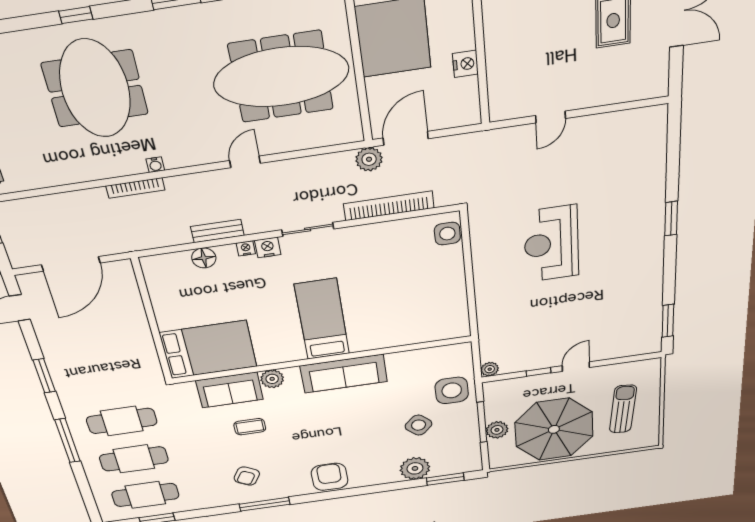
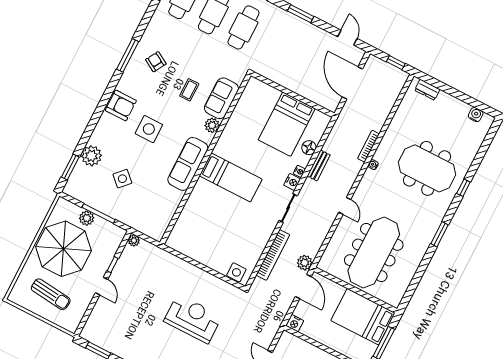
nightstand: (465, 64) -> (295, 323), moved
bed: (208, 350) -> (287, 124), moved
side table: (452, 390) -> (149, 129), moved

